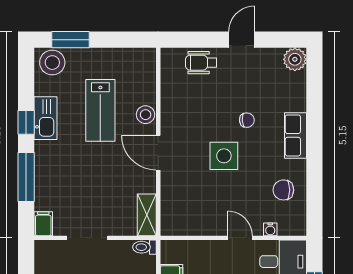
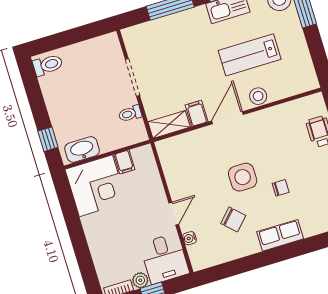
chair: (247, 120) -> (281, 188), turned -86
chair: (283, 190) -> (233, 219), moved, turned 134
filing cabinet: (43, 224) -> (197, 113), moved, turned -90
toilet: (145, 247) -> (130, 114), moved, turned -90

